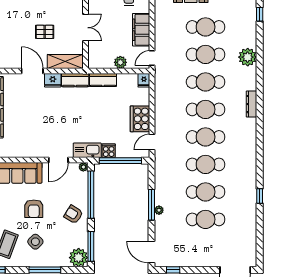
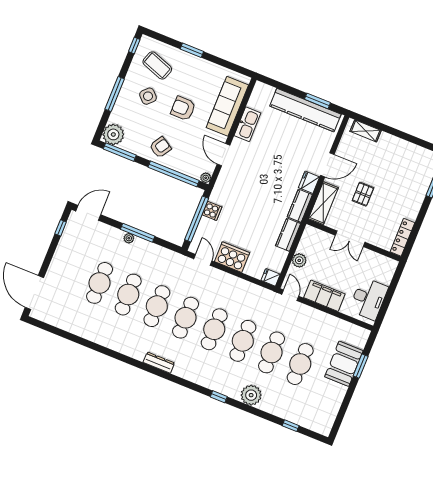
dresser: (251, 104) -> (159, 363), moved
kitchen sink: (87, 150) -> (247, 124), moved
window: (260, 196) -> (219, 397), moved

